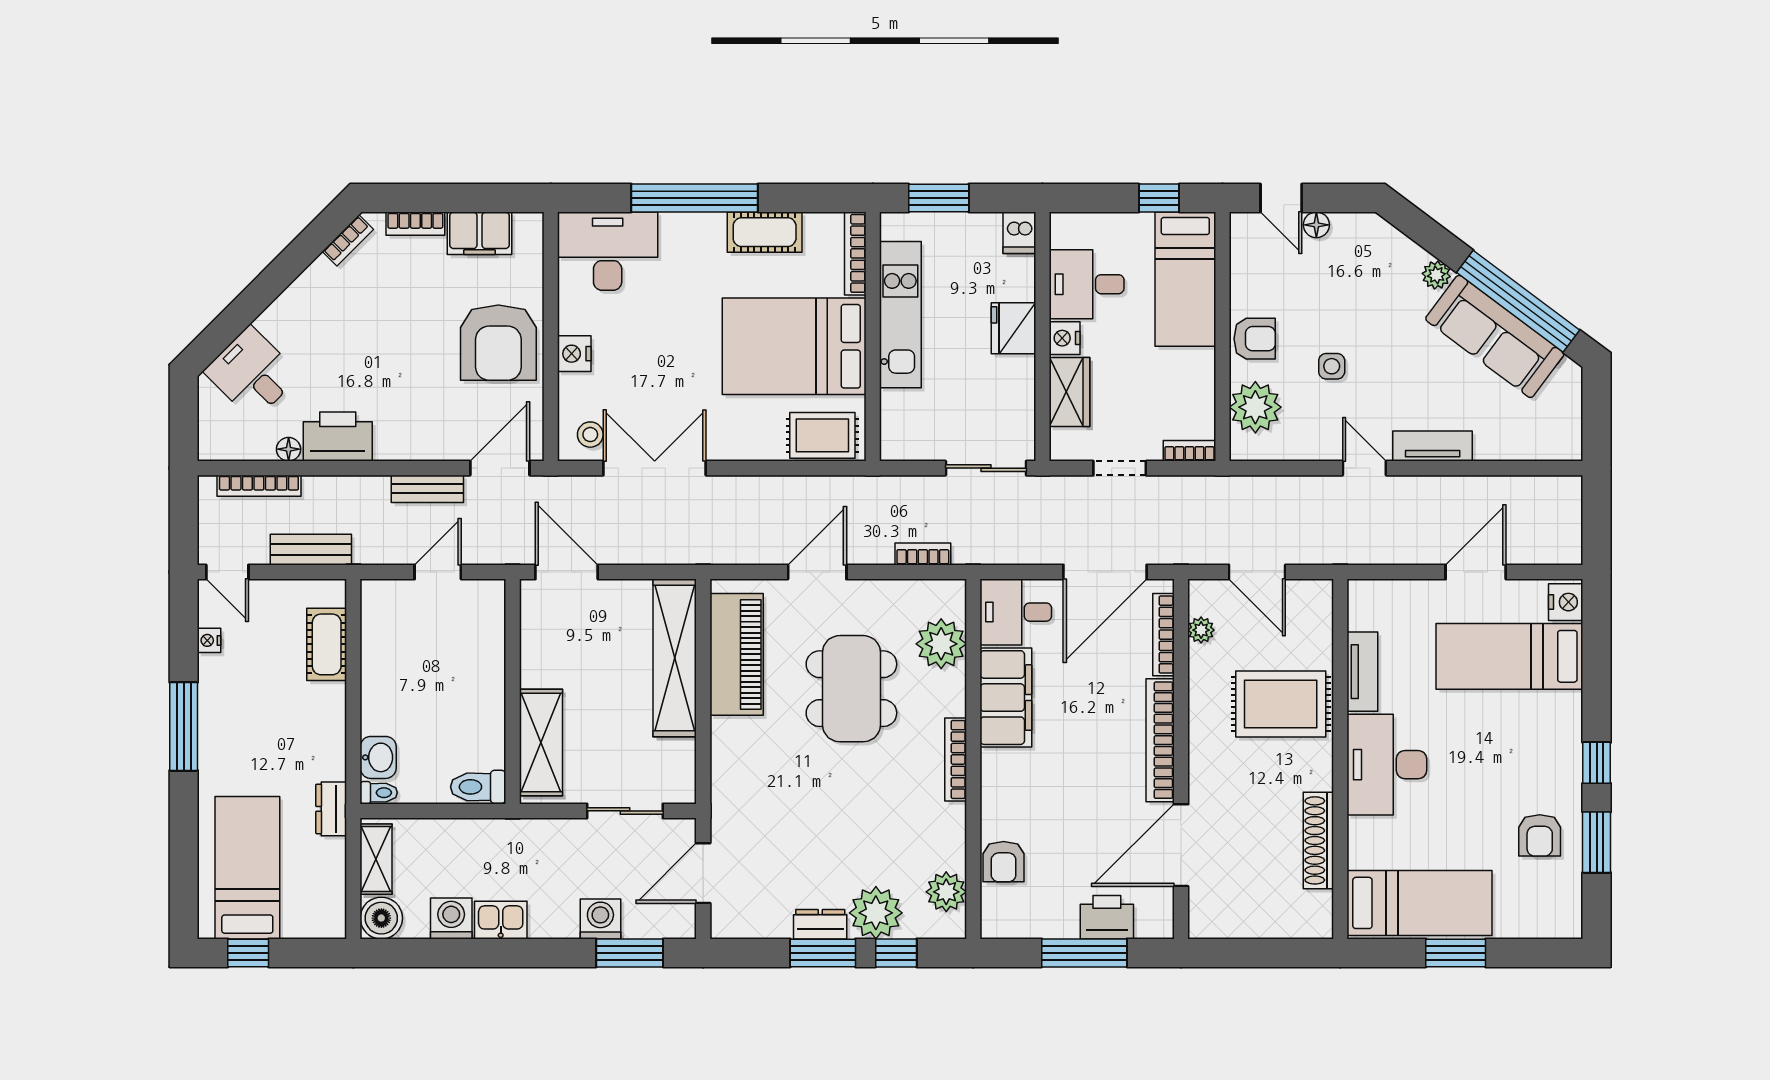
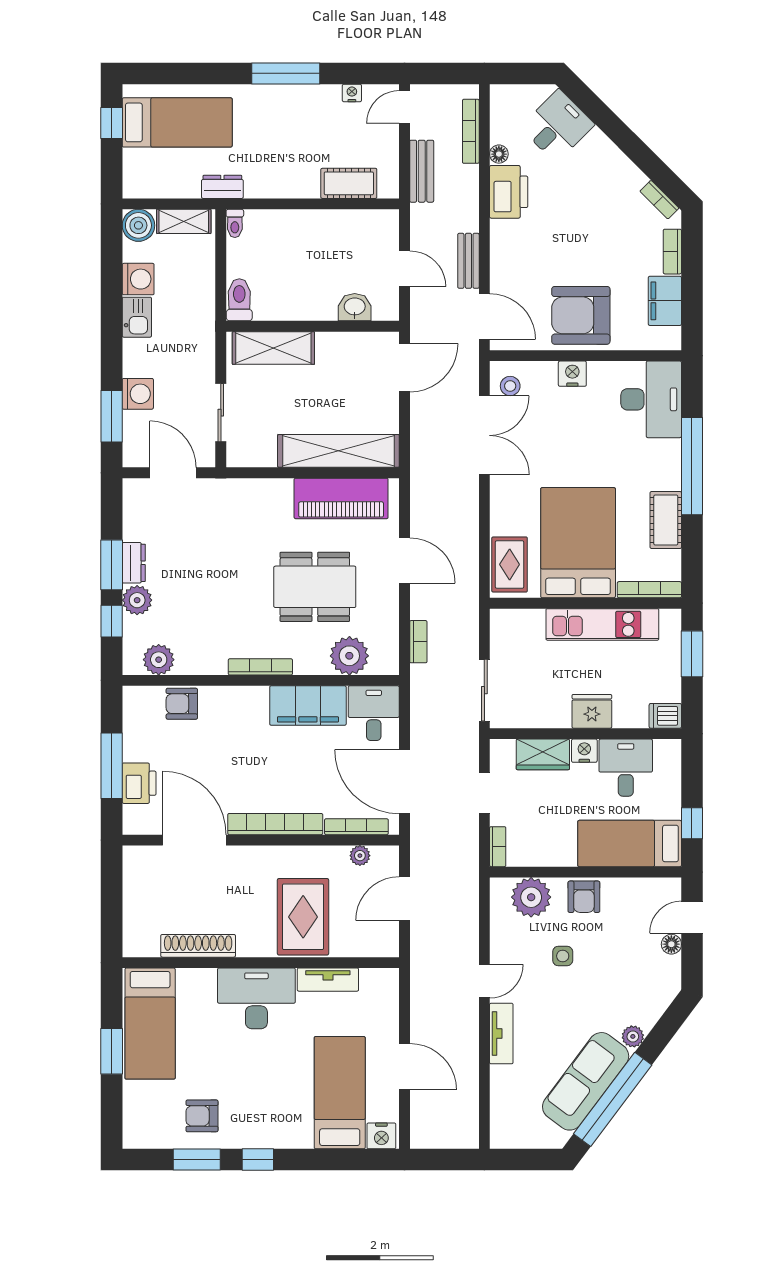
washbasin: (378, 757) -> (355, 307), moved, turned 180
plant: (876, 913) -> (137, 600), width x0.73, depth x0.73

